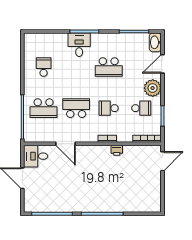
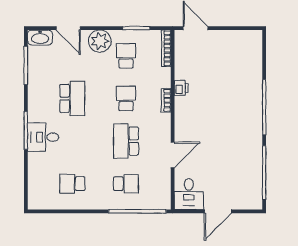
school desk: (44, 108) -> (126, 184), width x0.54
school desk: (109, 108) -> (126, 98), turned 180

